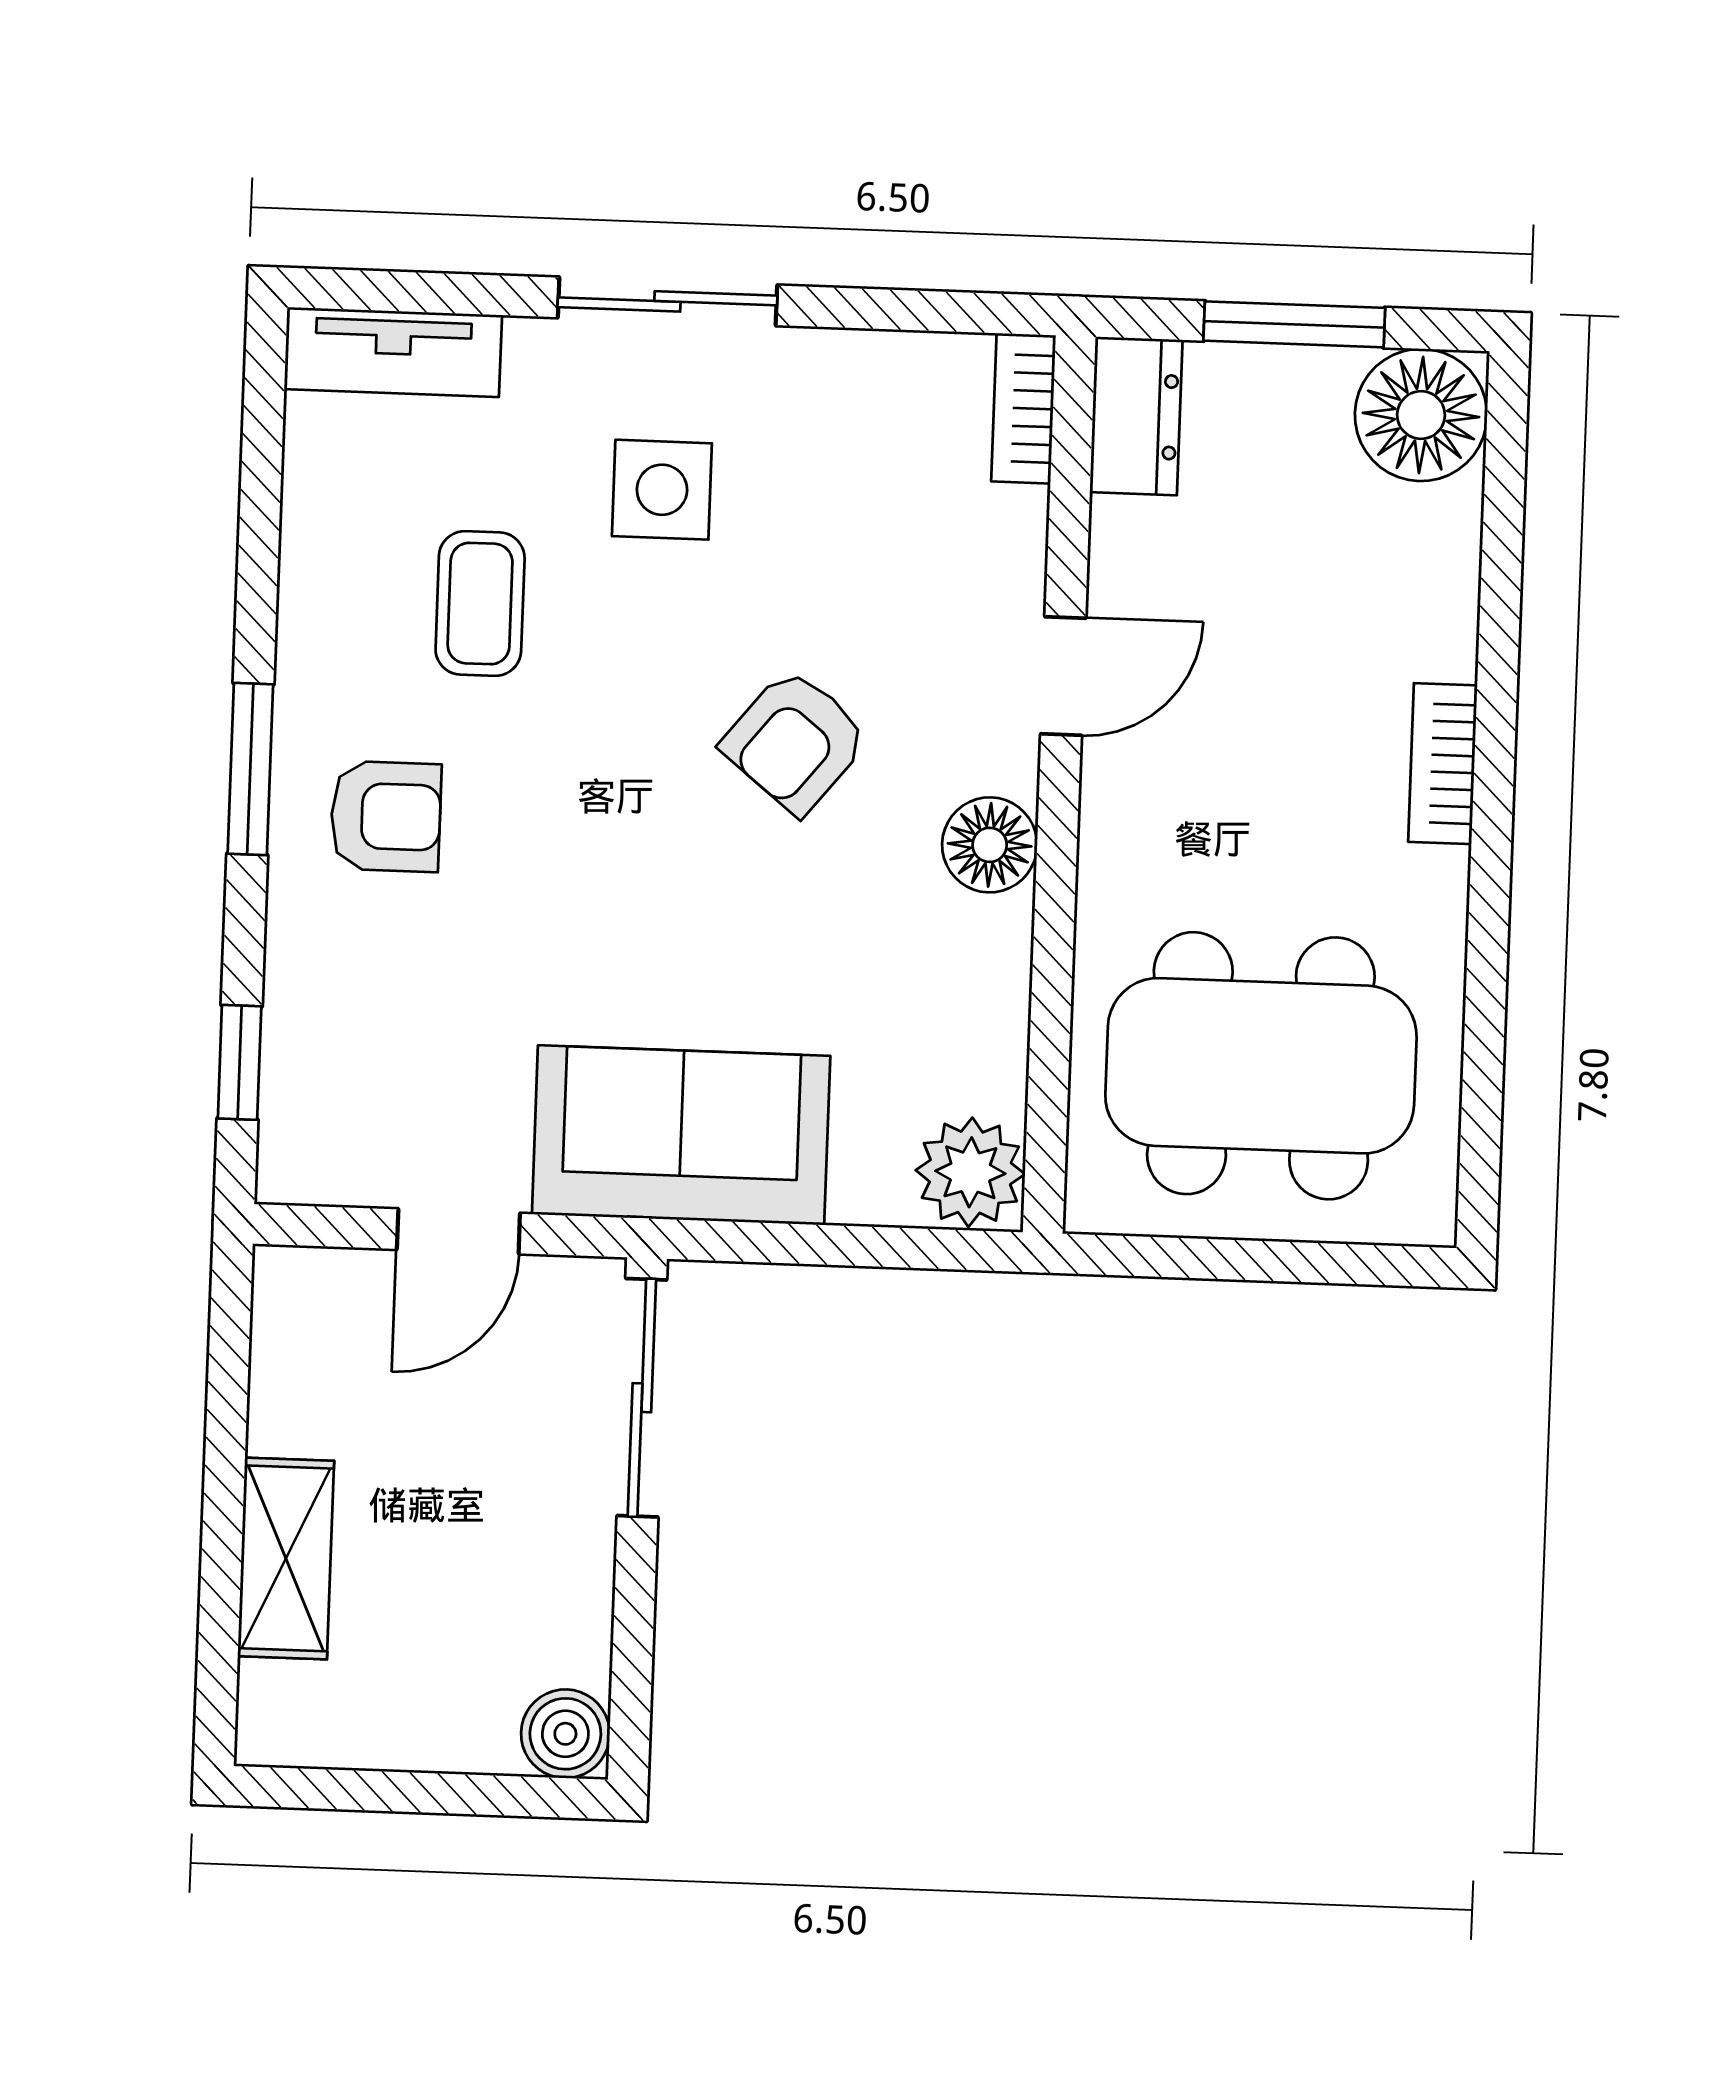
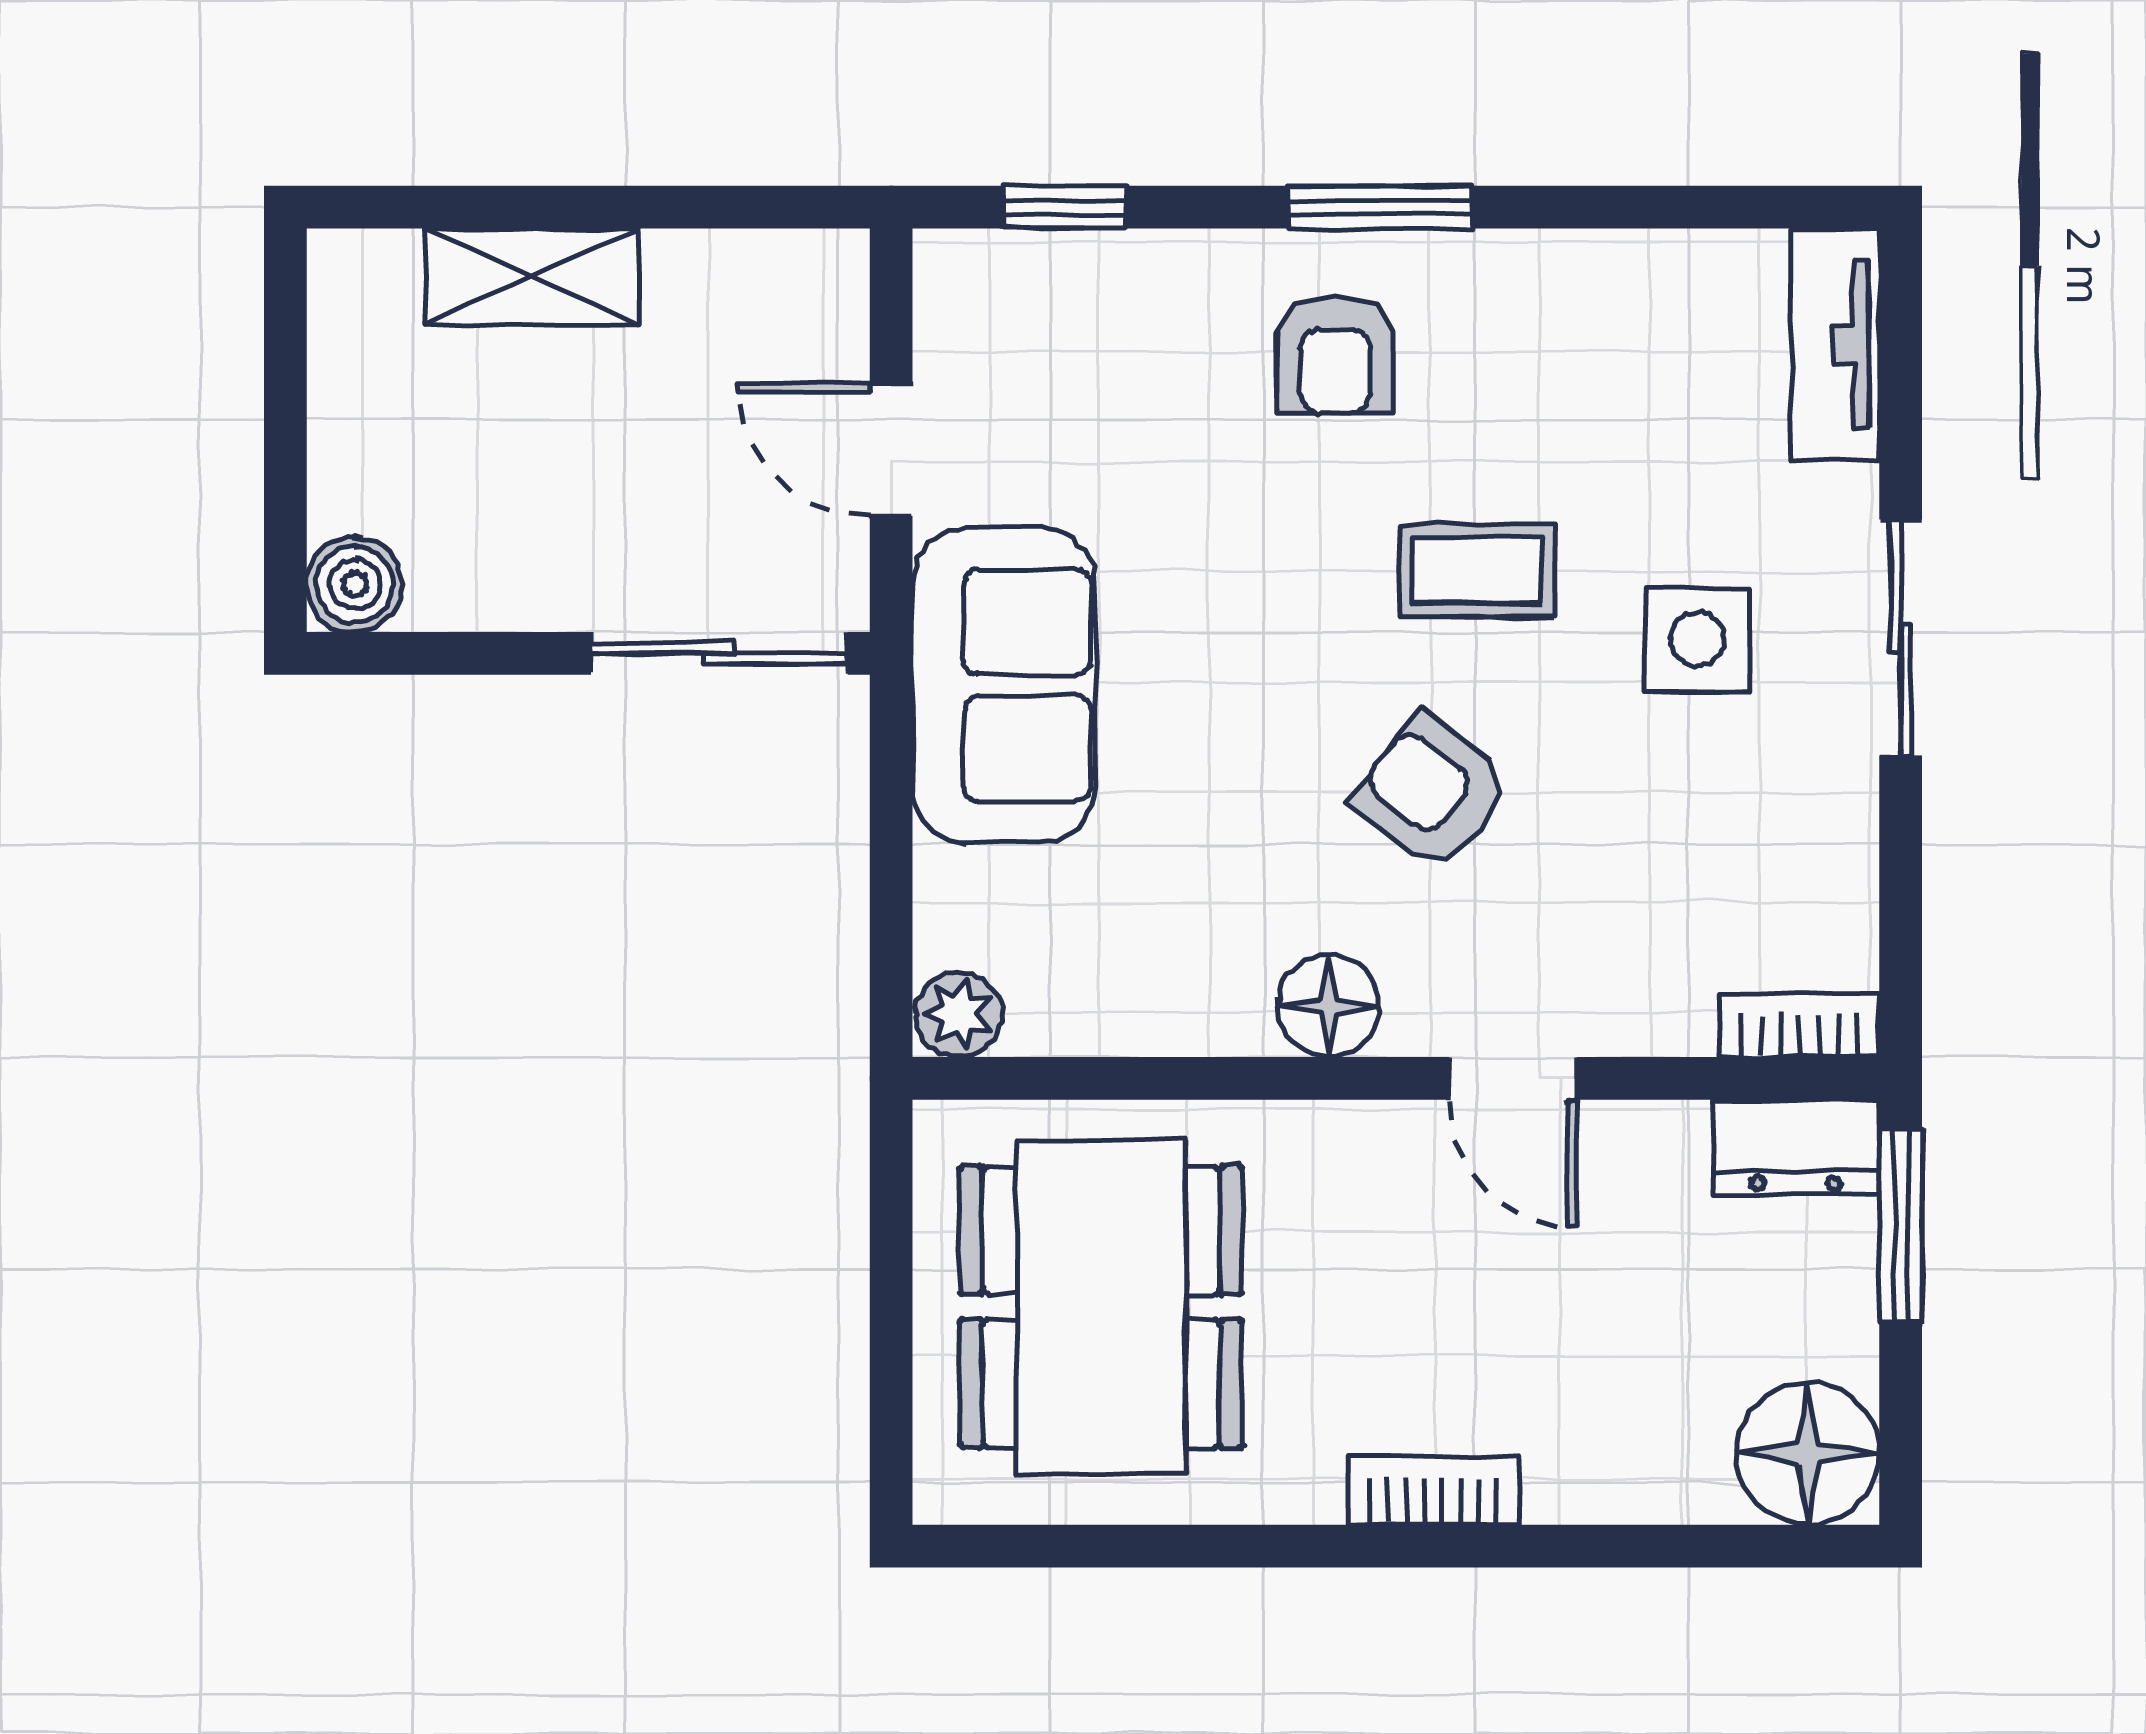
window: (1294, 324) -> (1901, 1225), moved
coffee table: (480, 604) -> (1477, 570), moved
plant: (970, 1172) -> (959, 1014), width x0.73, depth x0.73

